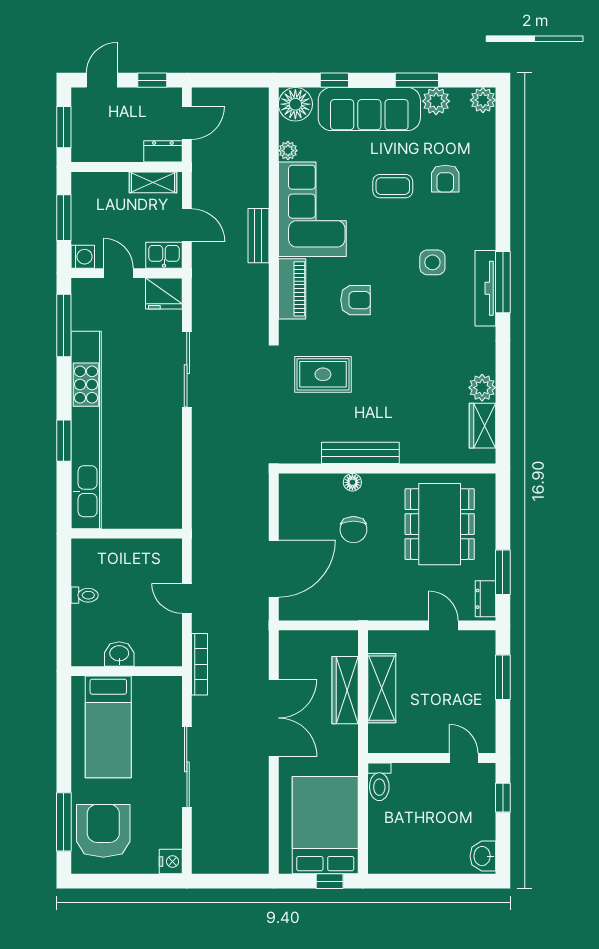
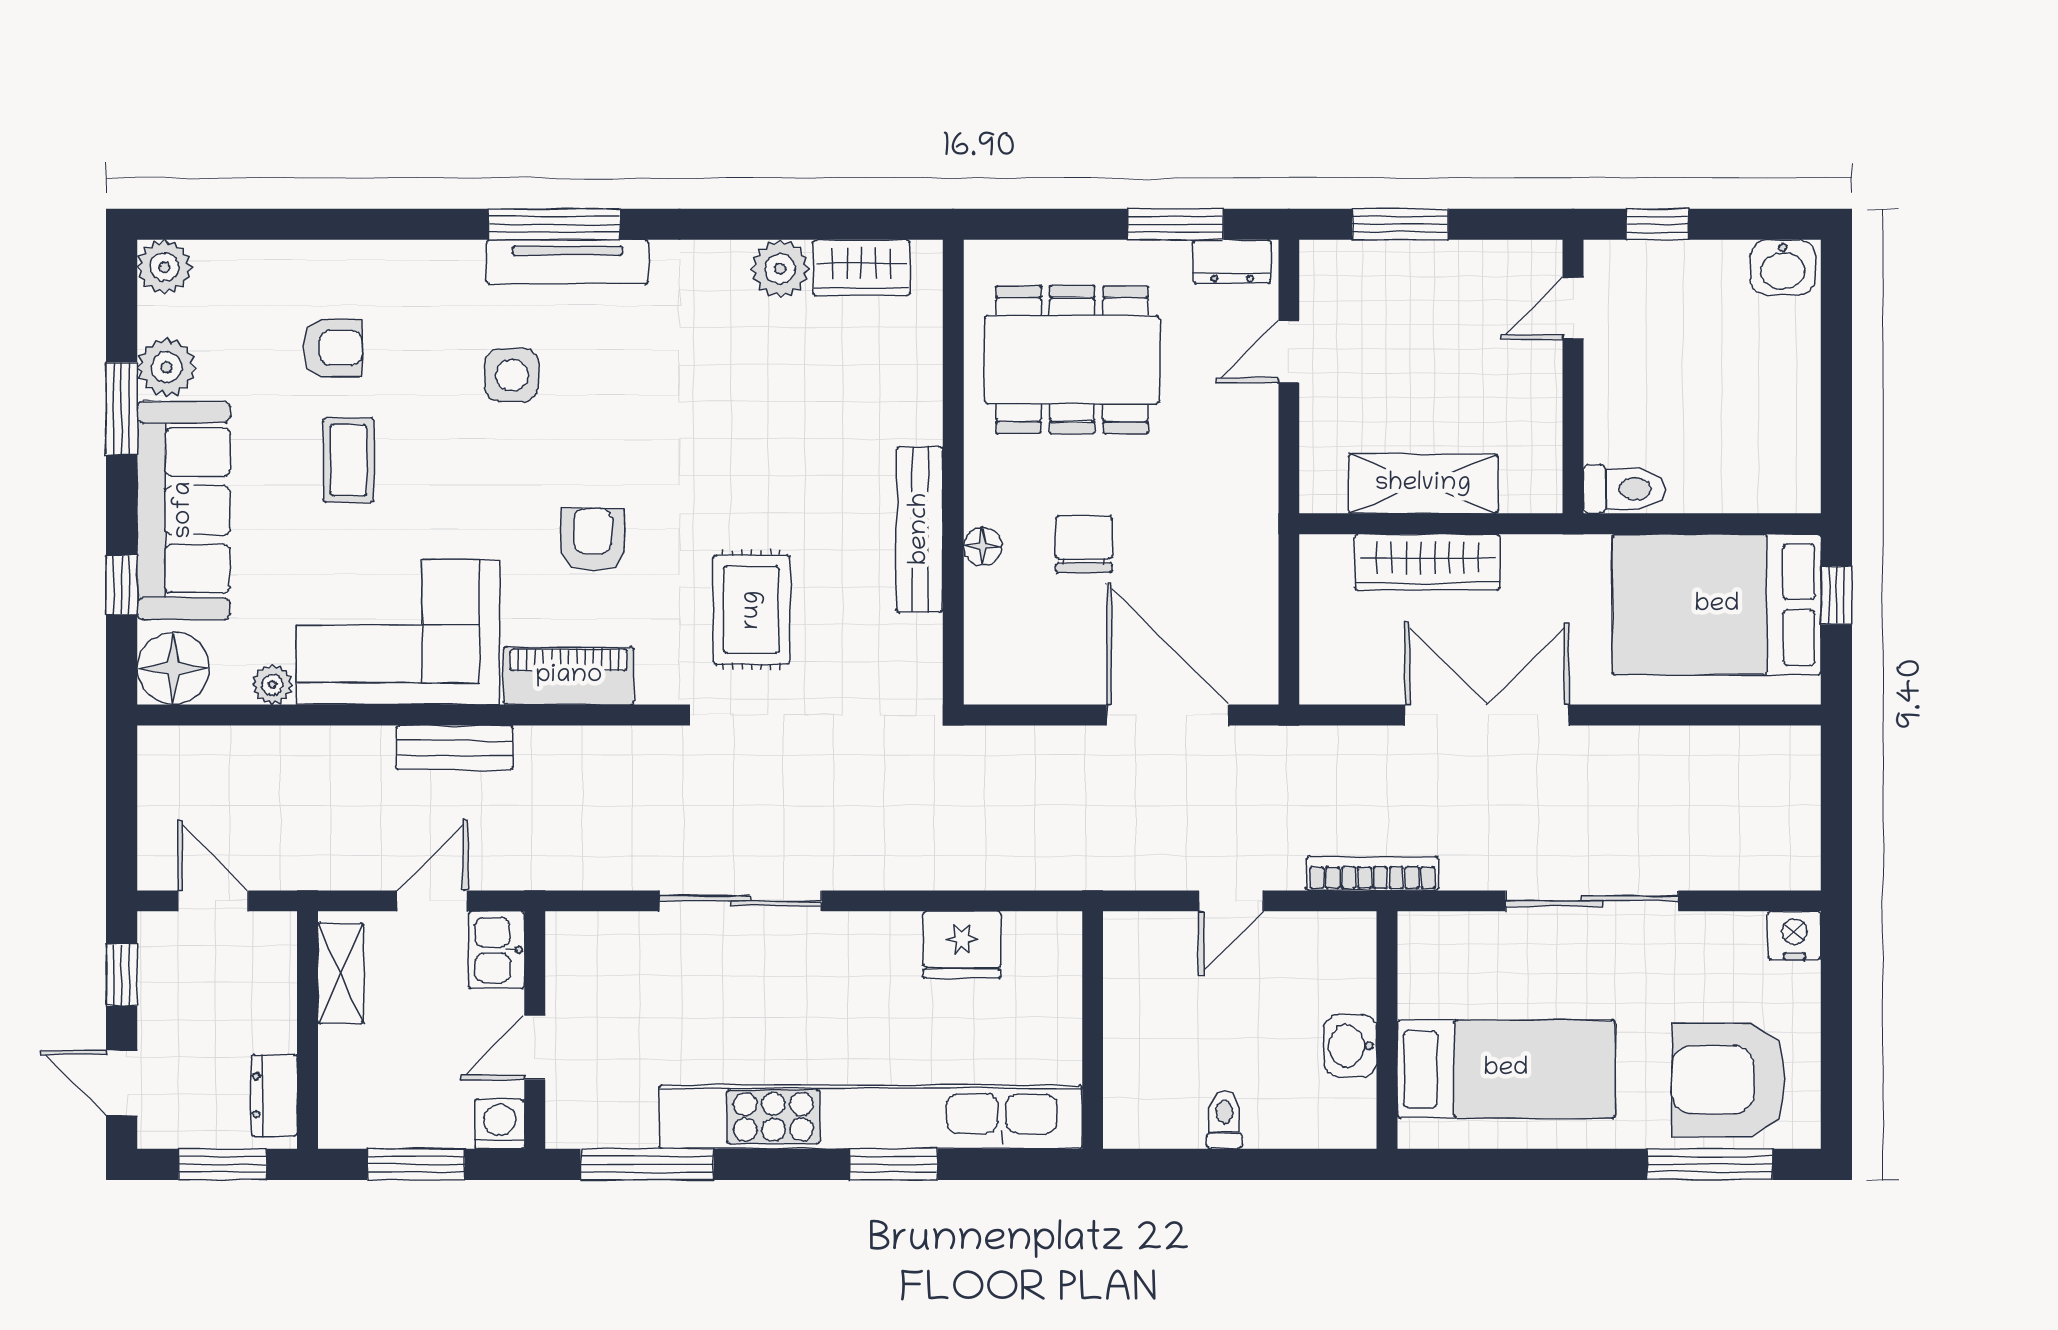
dresser: (163, 151) -> (274, 1095), moved
fridge: (164, 294) -> (962, 945), moved, turned 90
chair: (353, 530) -> (1084, 544), turned -90

